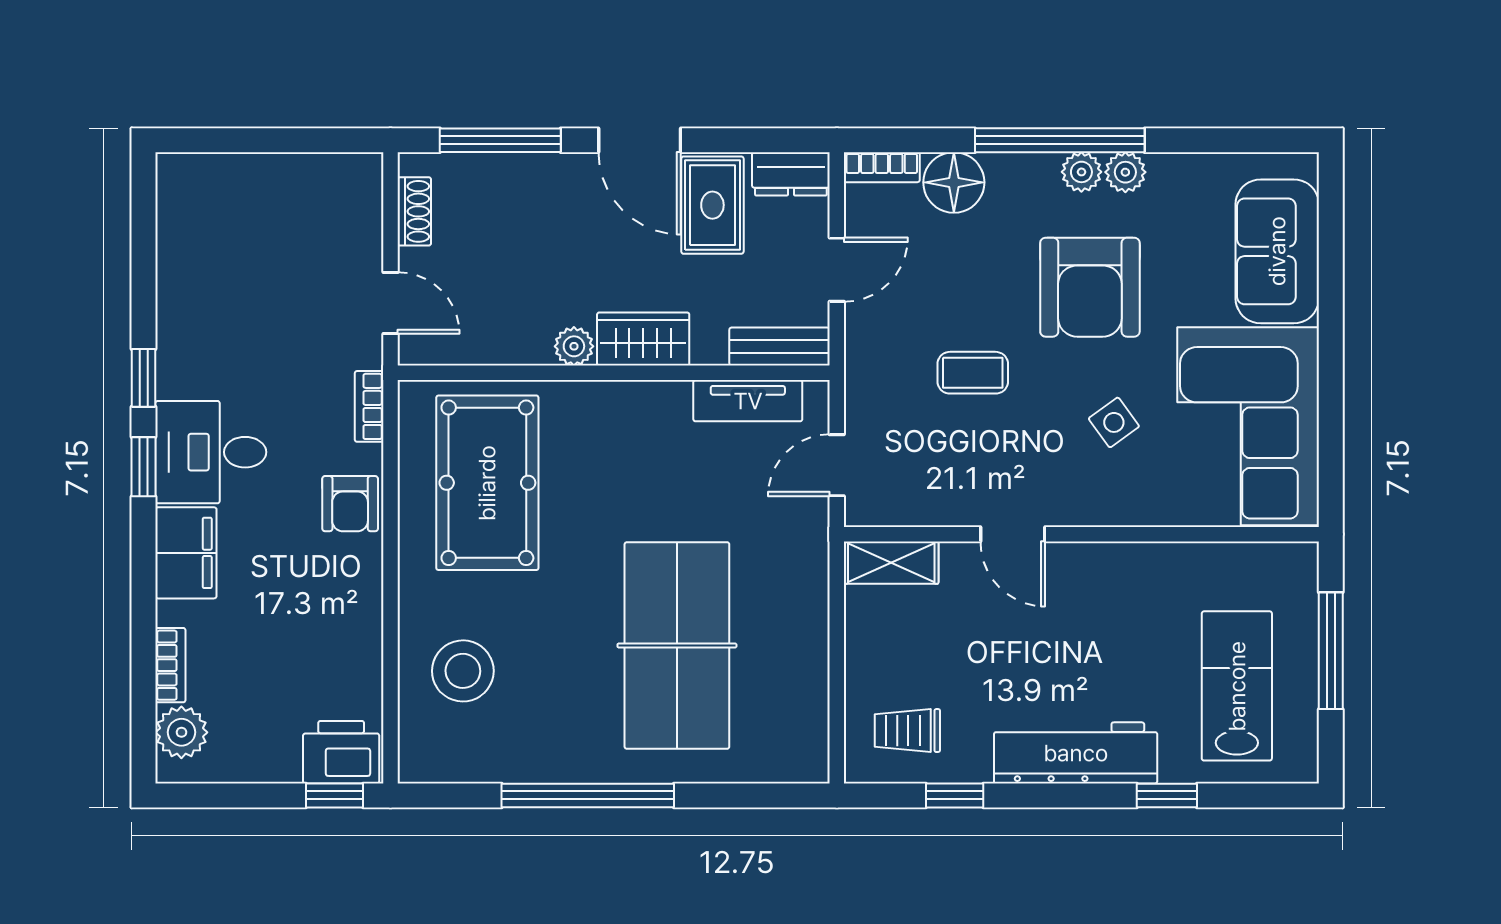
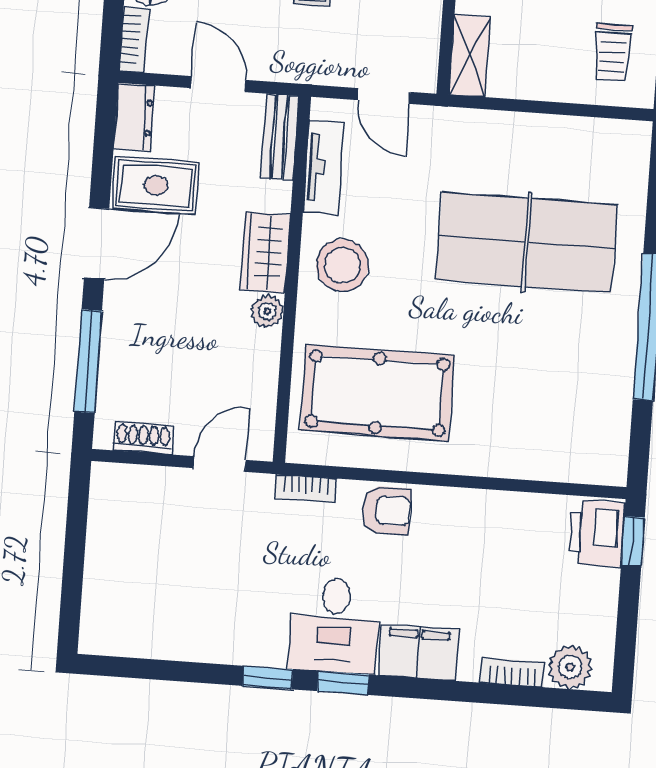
stool: (463, 671) -> (342, 265), moved

